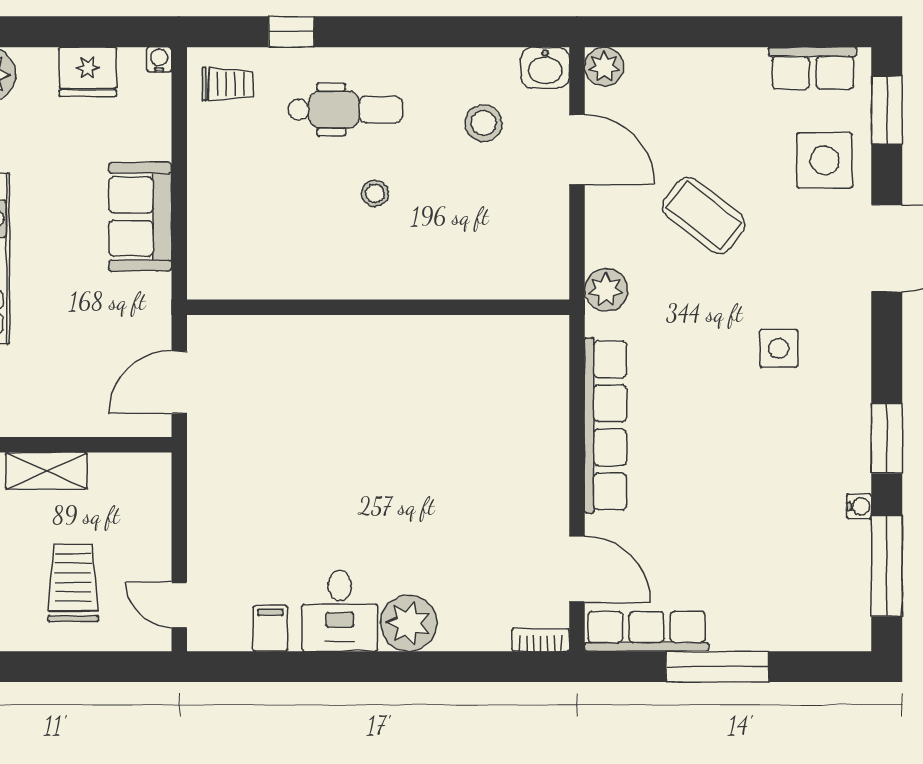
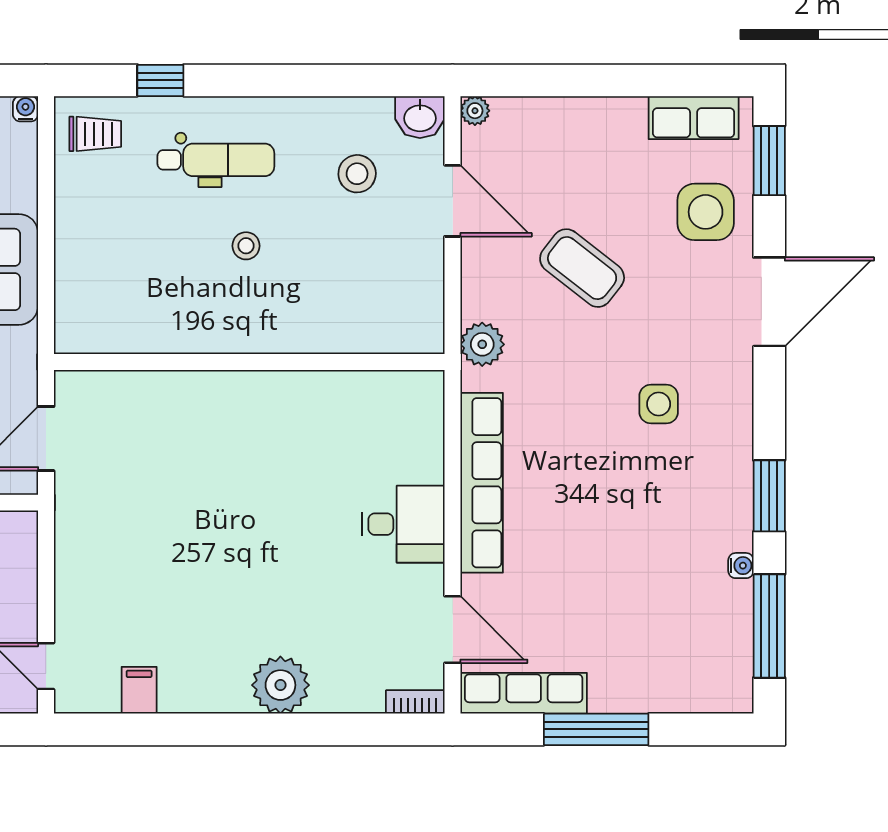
plant: (604, 67) -> (475, 111), width x0.73, depth x0.73
desk: (340, 611) -> (403, 524), moved, turned -90

